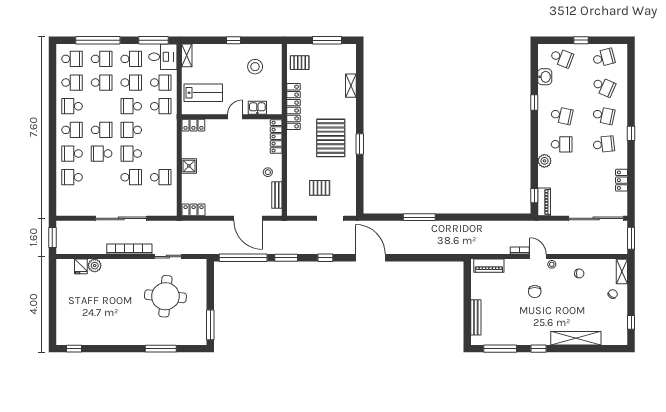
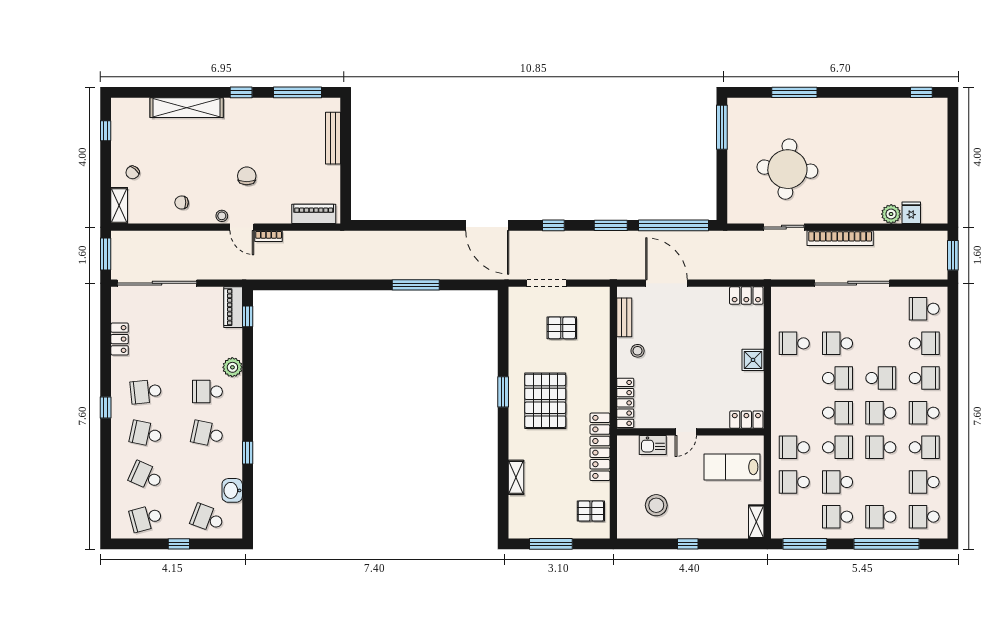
desk: (163, 57) -> (791, 520), removed
school desk: (102, 83) -> (881, 447), moved
school desk: (72, 201) -> (924, 309), added

